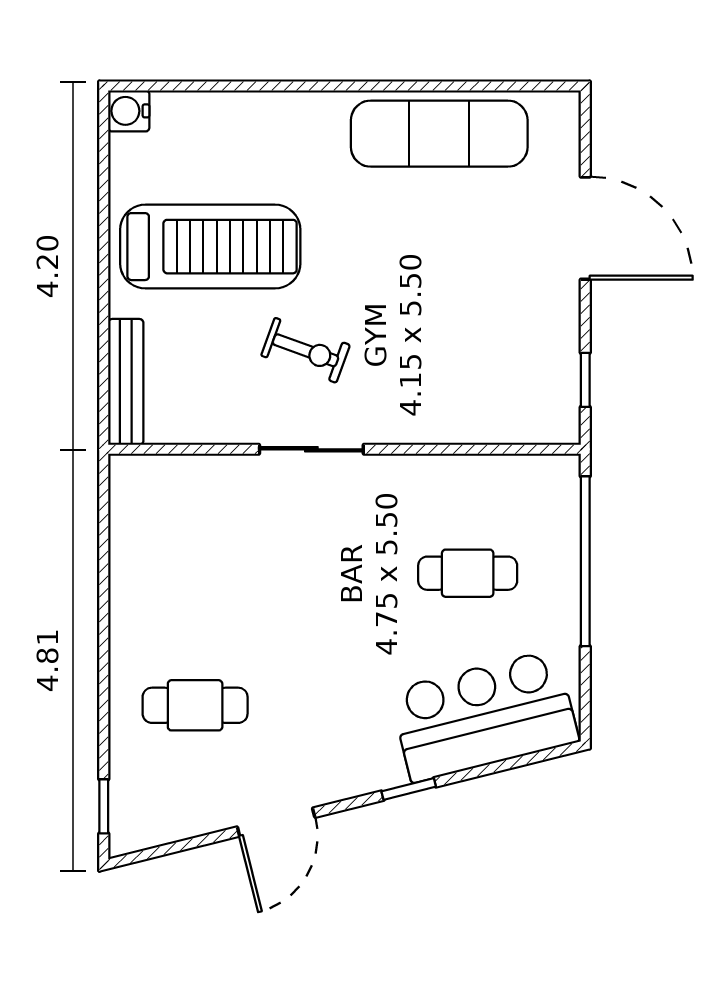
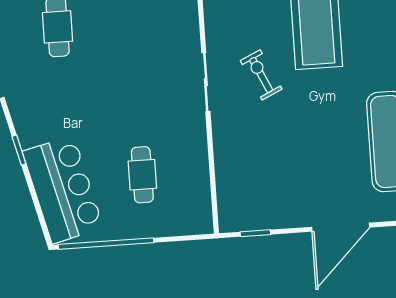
exercise bike: (305, 350) -> (261, 75), turned 135
window: (585, 561) -> (106, 244), moved

